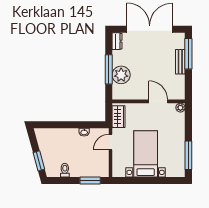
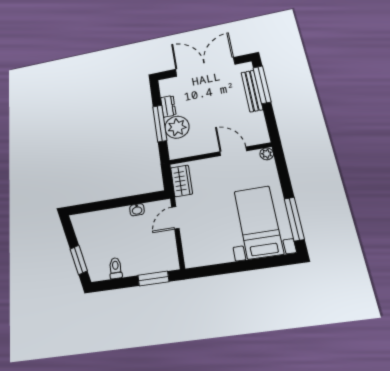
dresser: (117, 41) -> (168, 106), moved
bench: (180, 62) -> (252, 91), width x1.36
bed with nightstands: (146, 154) -> (258, 222), moved

